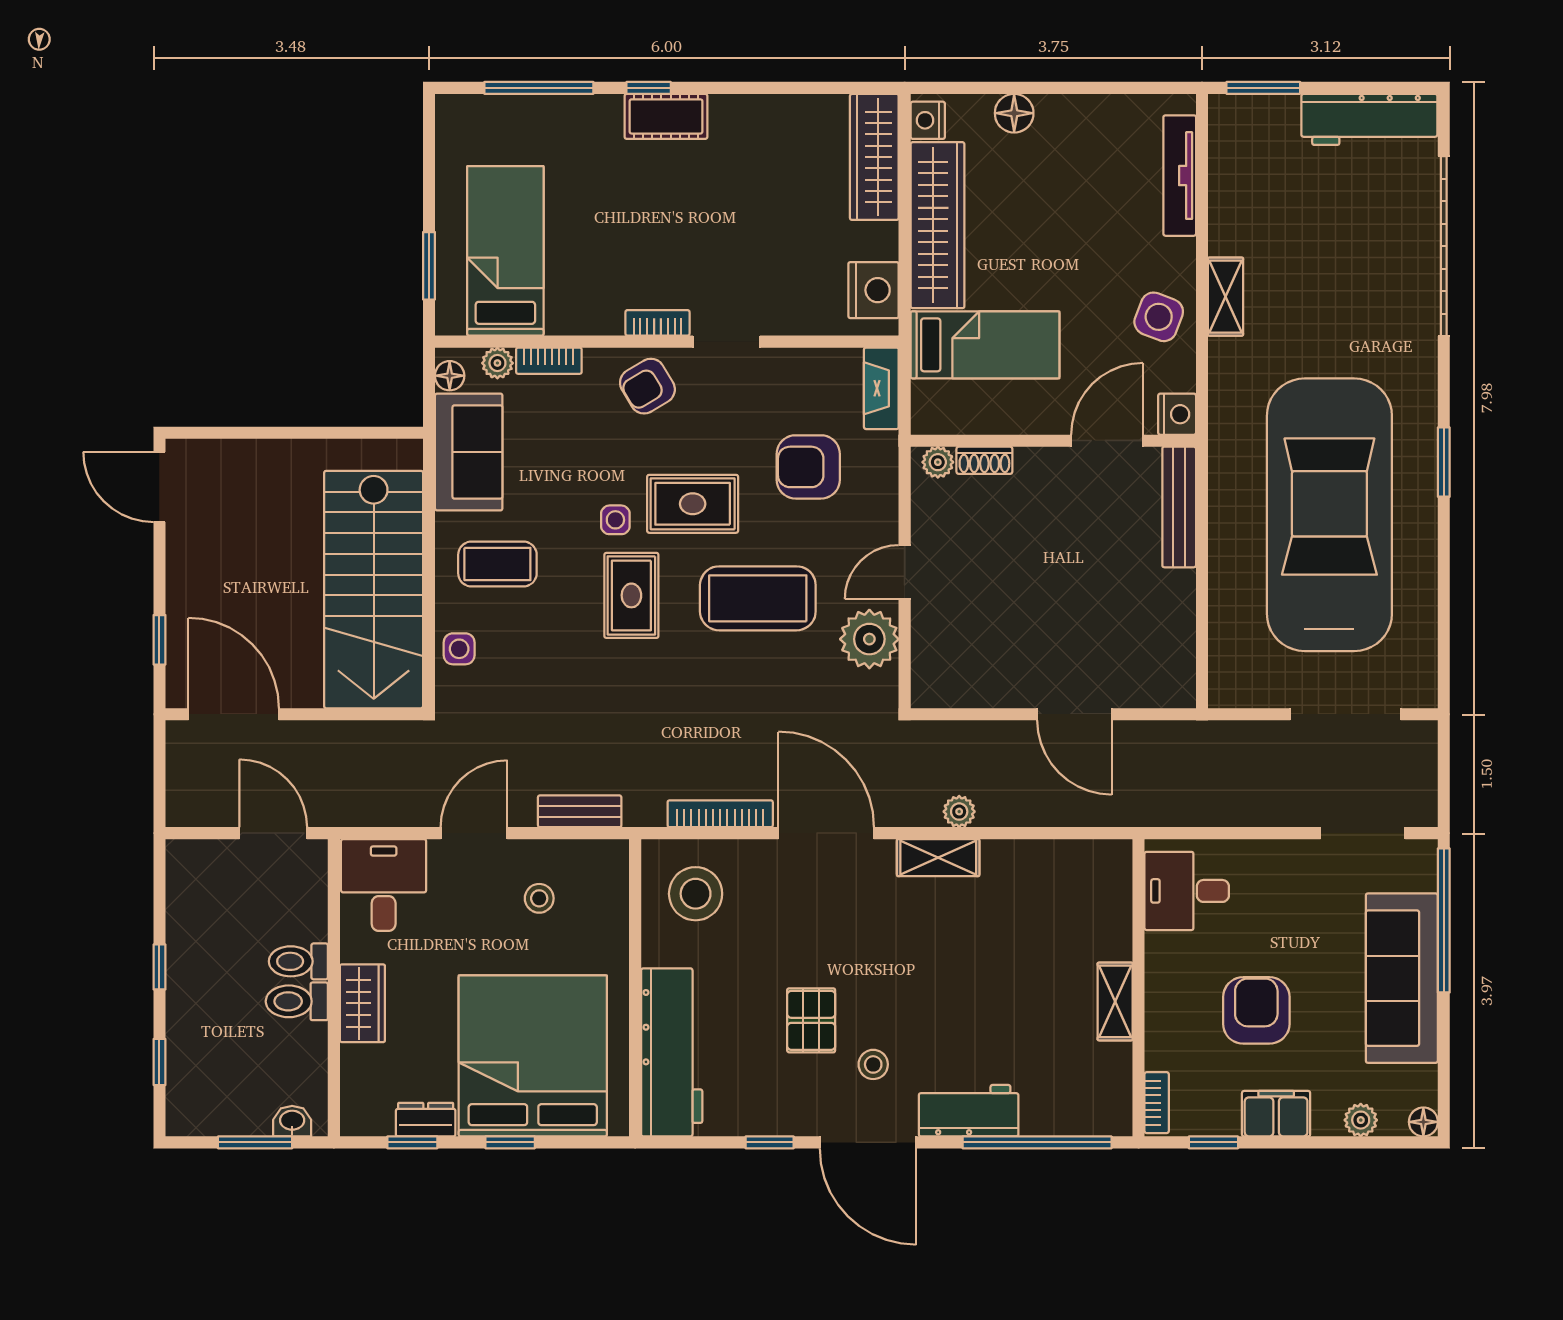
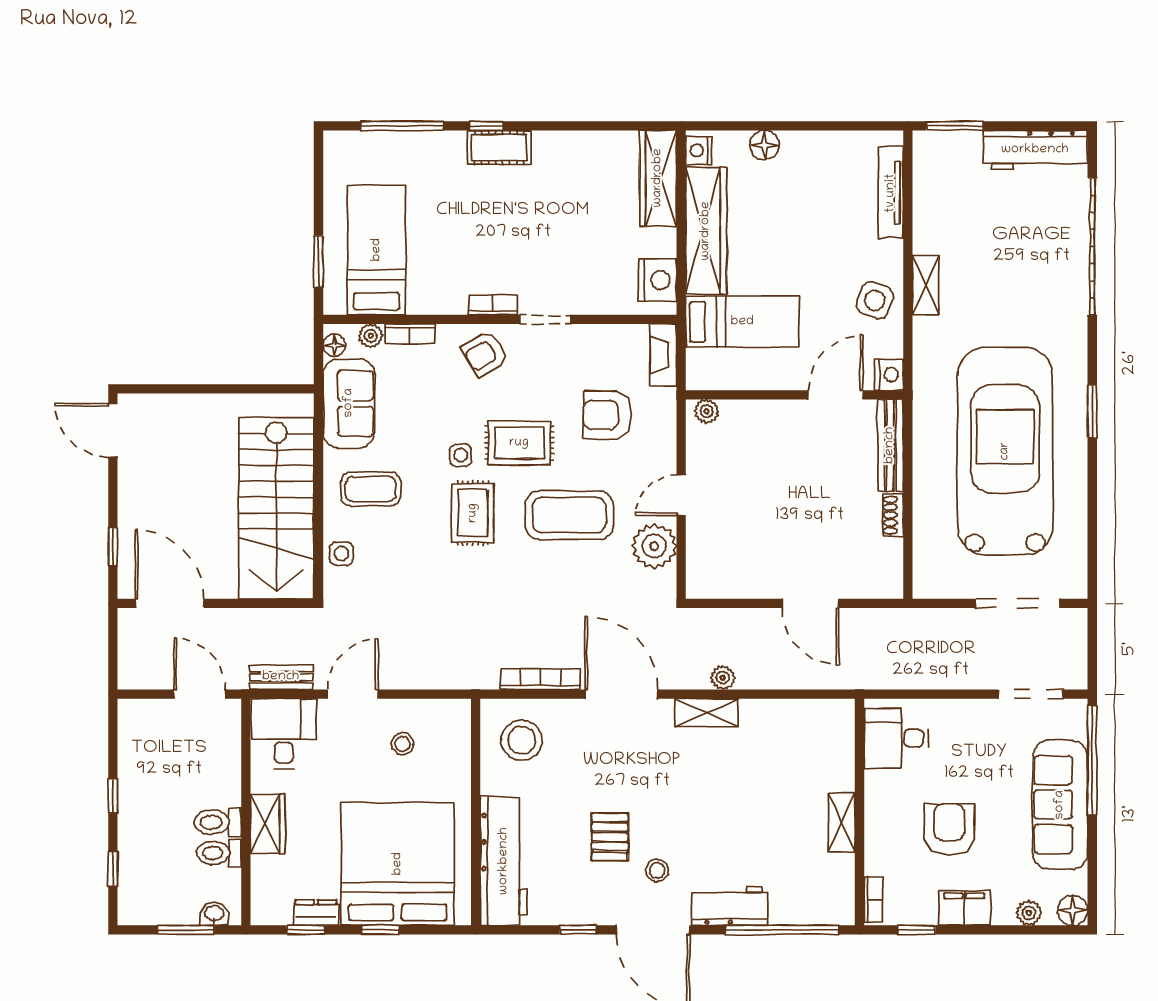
shoe rack: (984, 460) -> (893, 515), moved, turned 90
bench: (580, 811) -> (281, 677), moved
toilet: (298, 961) -> (219, 853), moved
floor lamp: (1423, 1122) -> (1073, 910), width x1.37, depth x1.37

